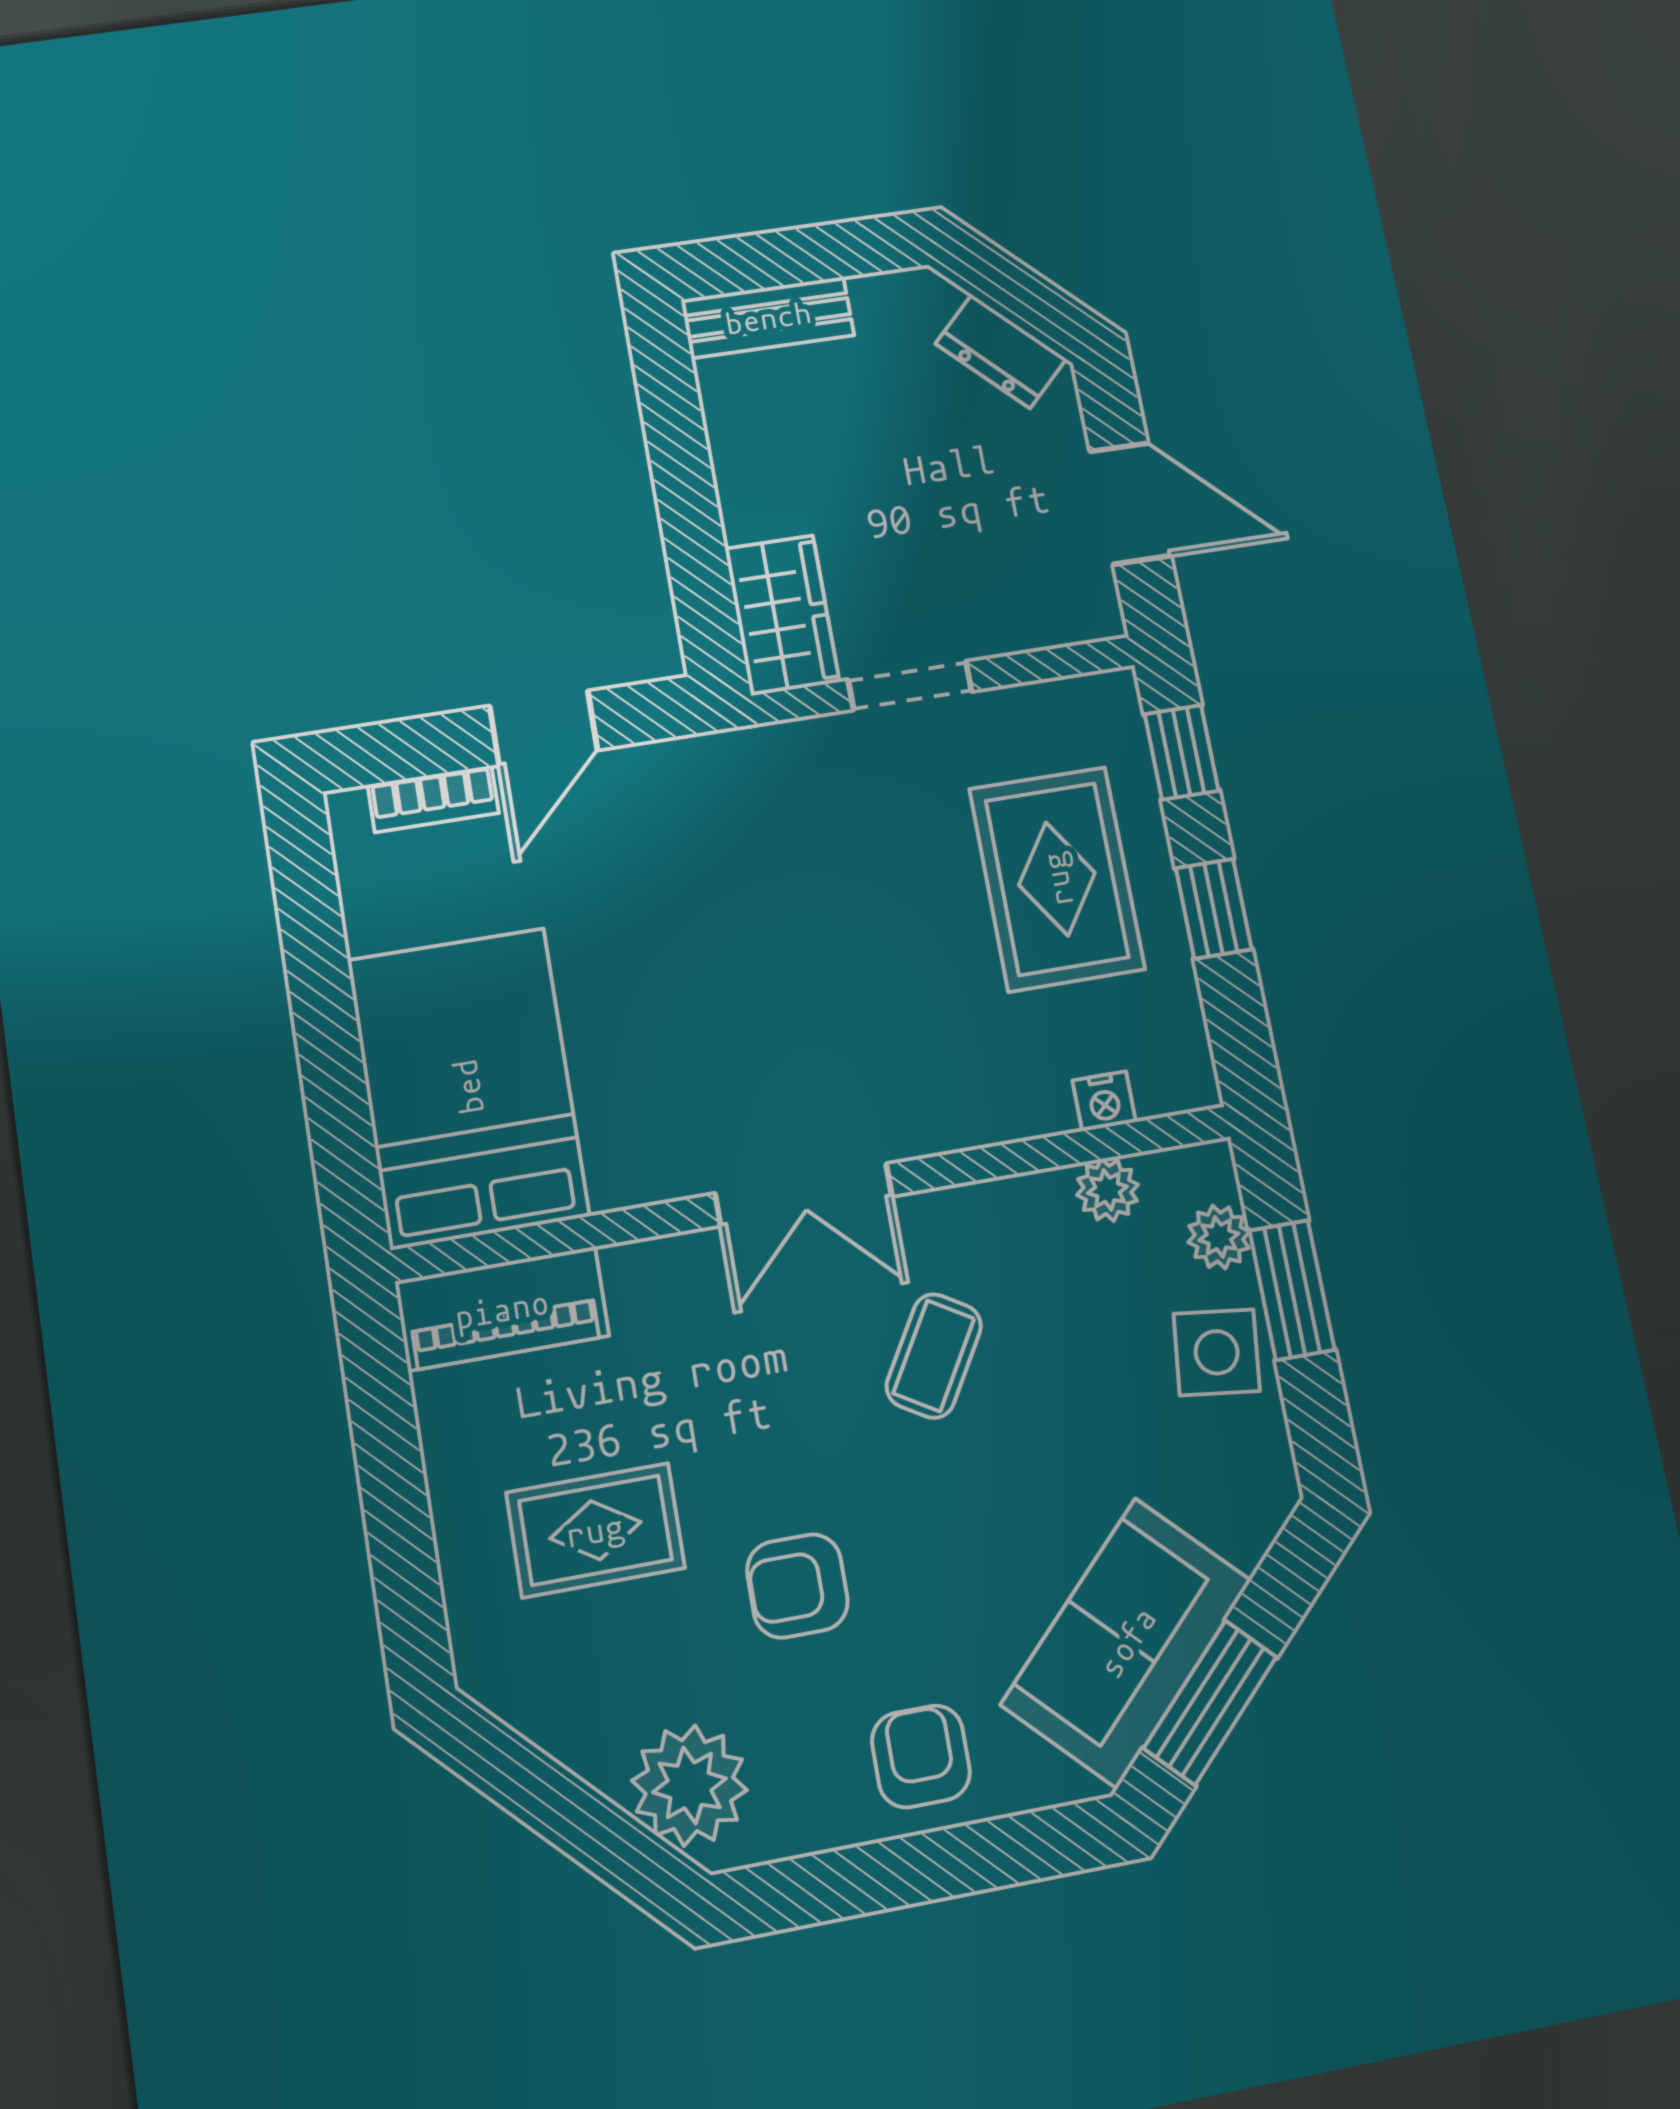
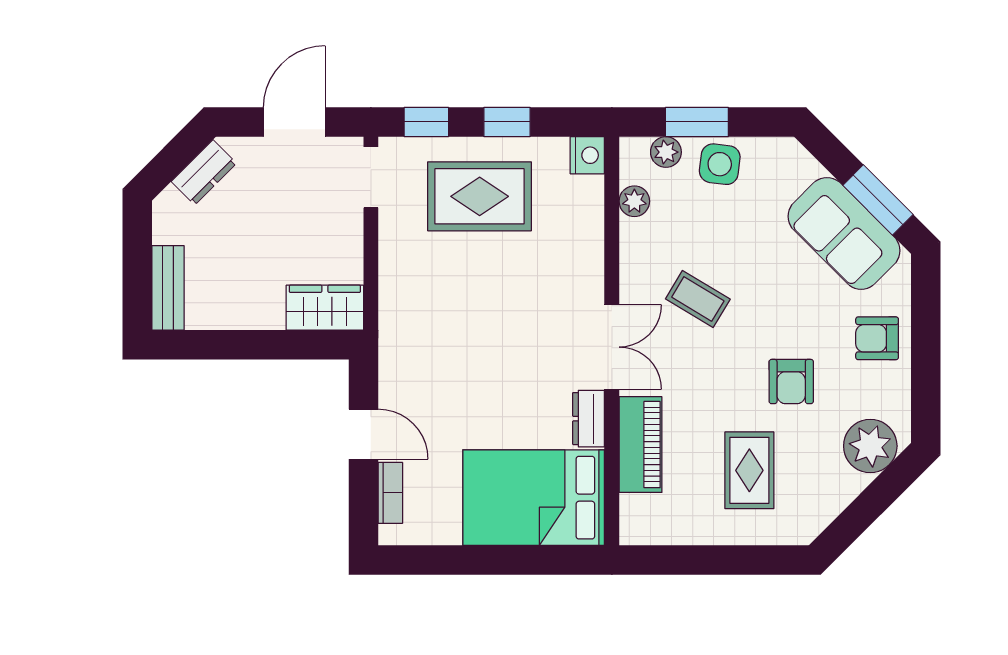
doorway: (910, 686) -> (371, 177), moved
nightstand: (1104, 1101) -> (587, 155), moved, width x1.39, depth x1.35
dresser: (649, 1172) -> (589, 419), added
piano: (502, 1309) -> (640, 445), moved

